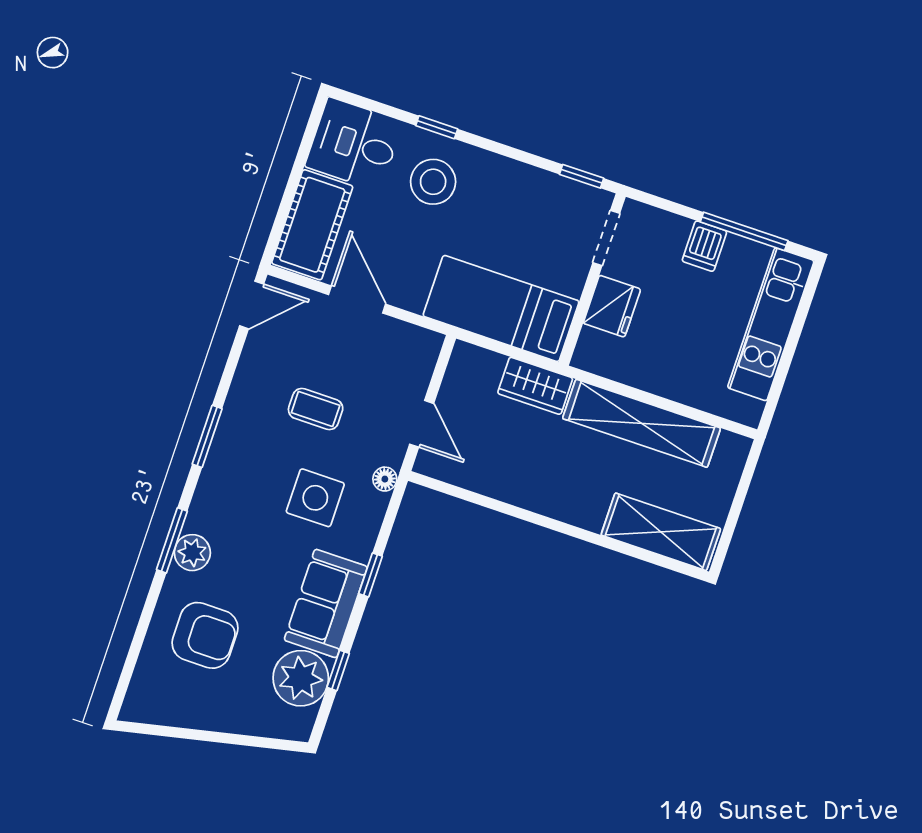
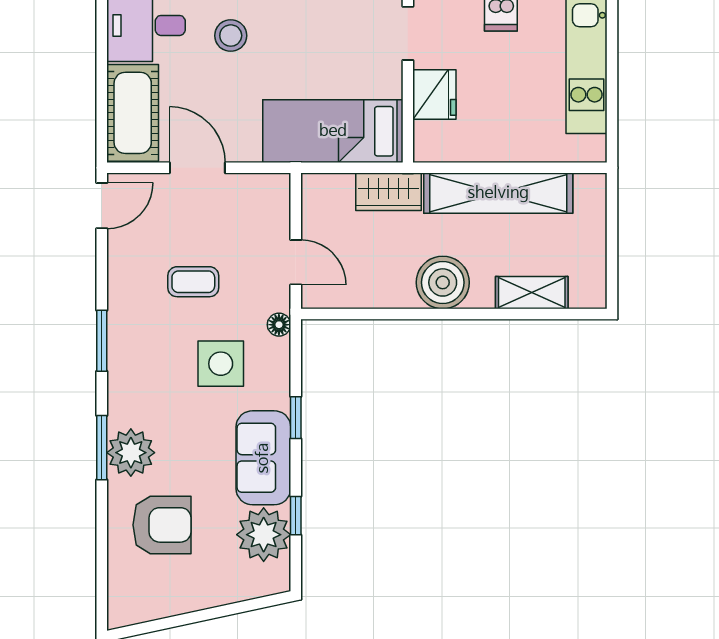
stool: (433, 182) -> (231, 36), width x0.73, depth x0.73
boiler: (558, 492) -> (443, 282), added
shelving: (661, 532) -> (532, 293), width x0.67, depth x0.75
plant: (192, 553) -> (131, 453), width x1.36, depth x1.36

